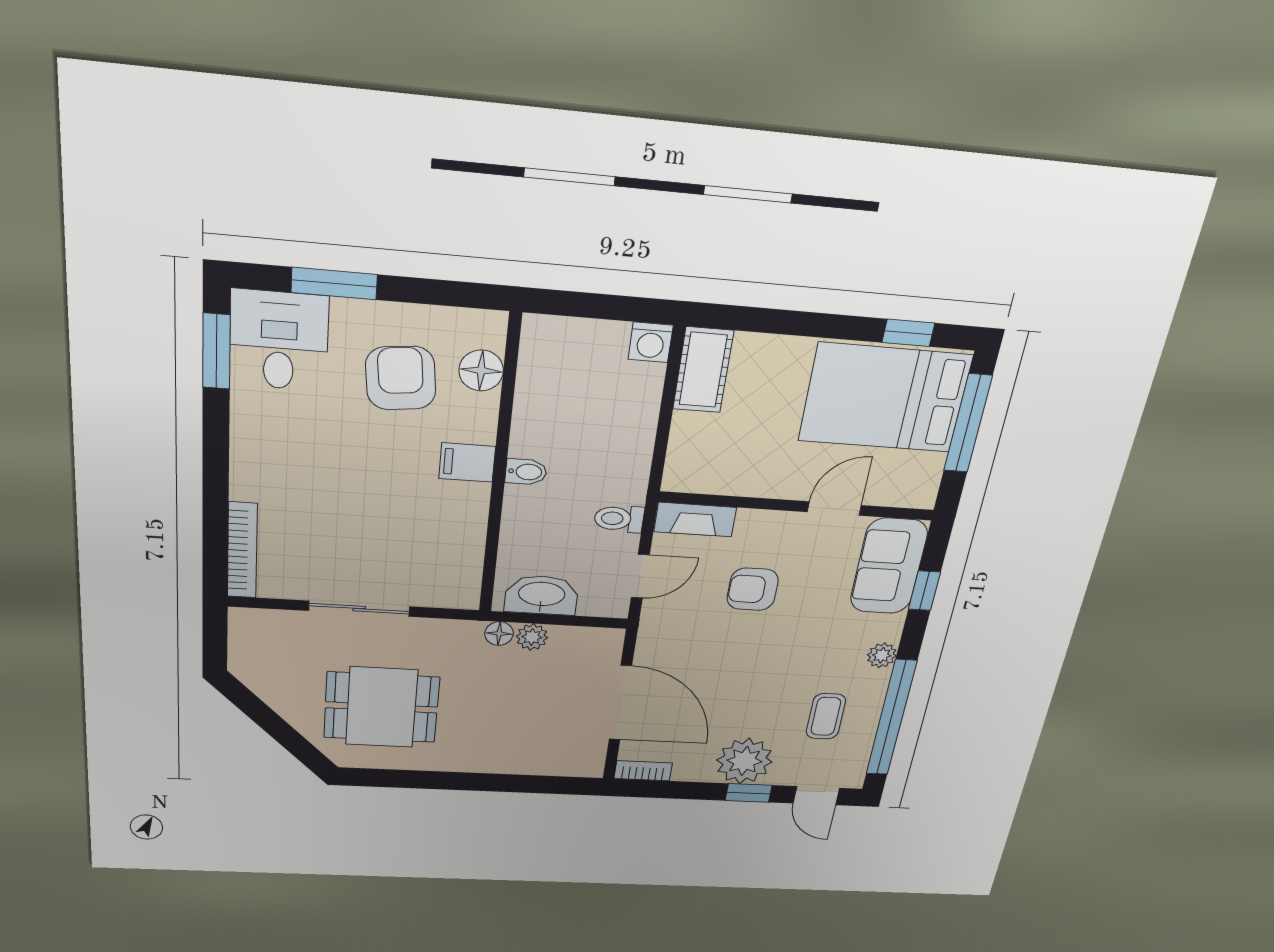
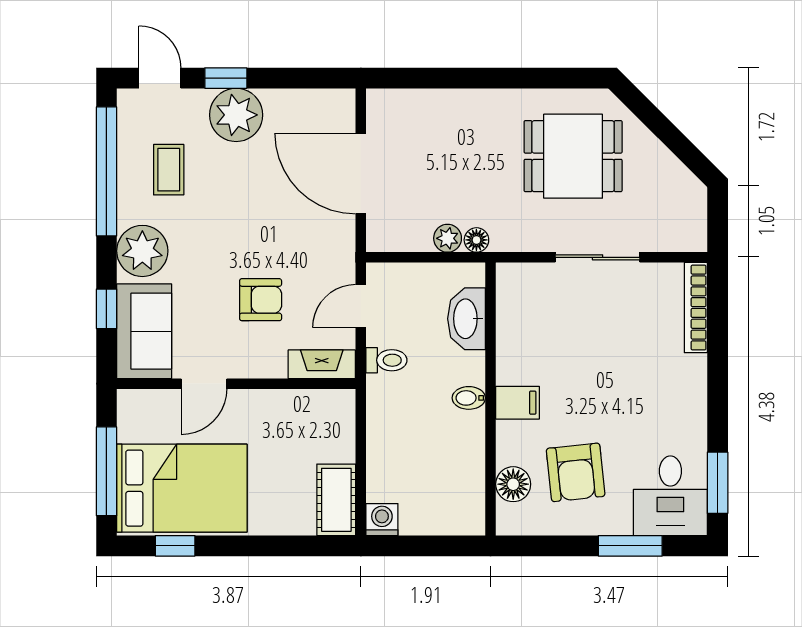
washbasin: (542, 595) -> (467, 319), moved, turned 90
plant: (882, 655) -> (142, 251), width x1.88, depth x1.88
bookcase: (643, 771) -> (330, 99), removed

